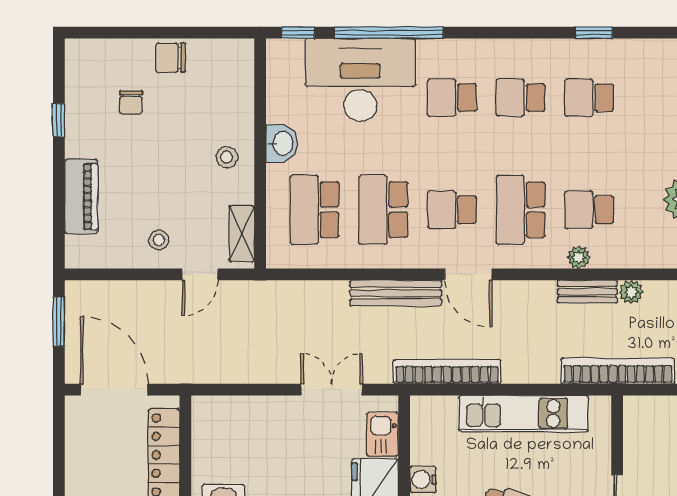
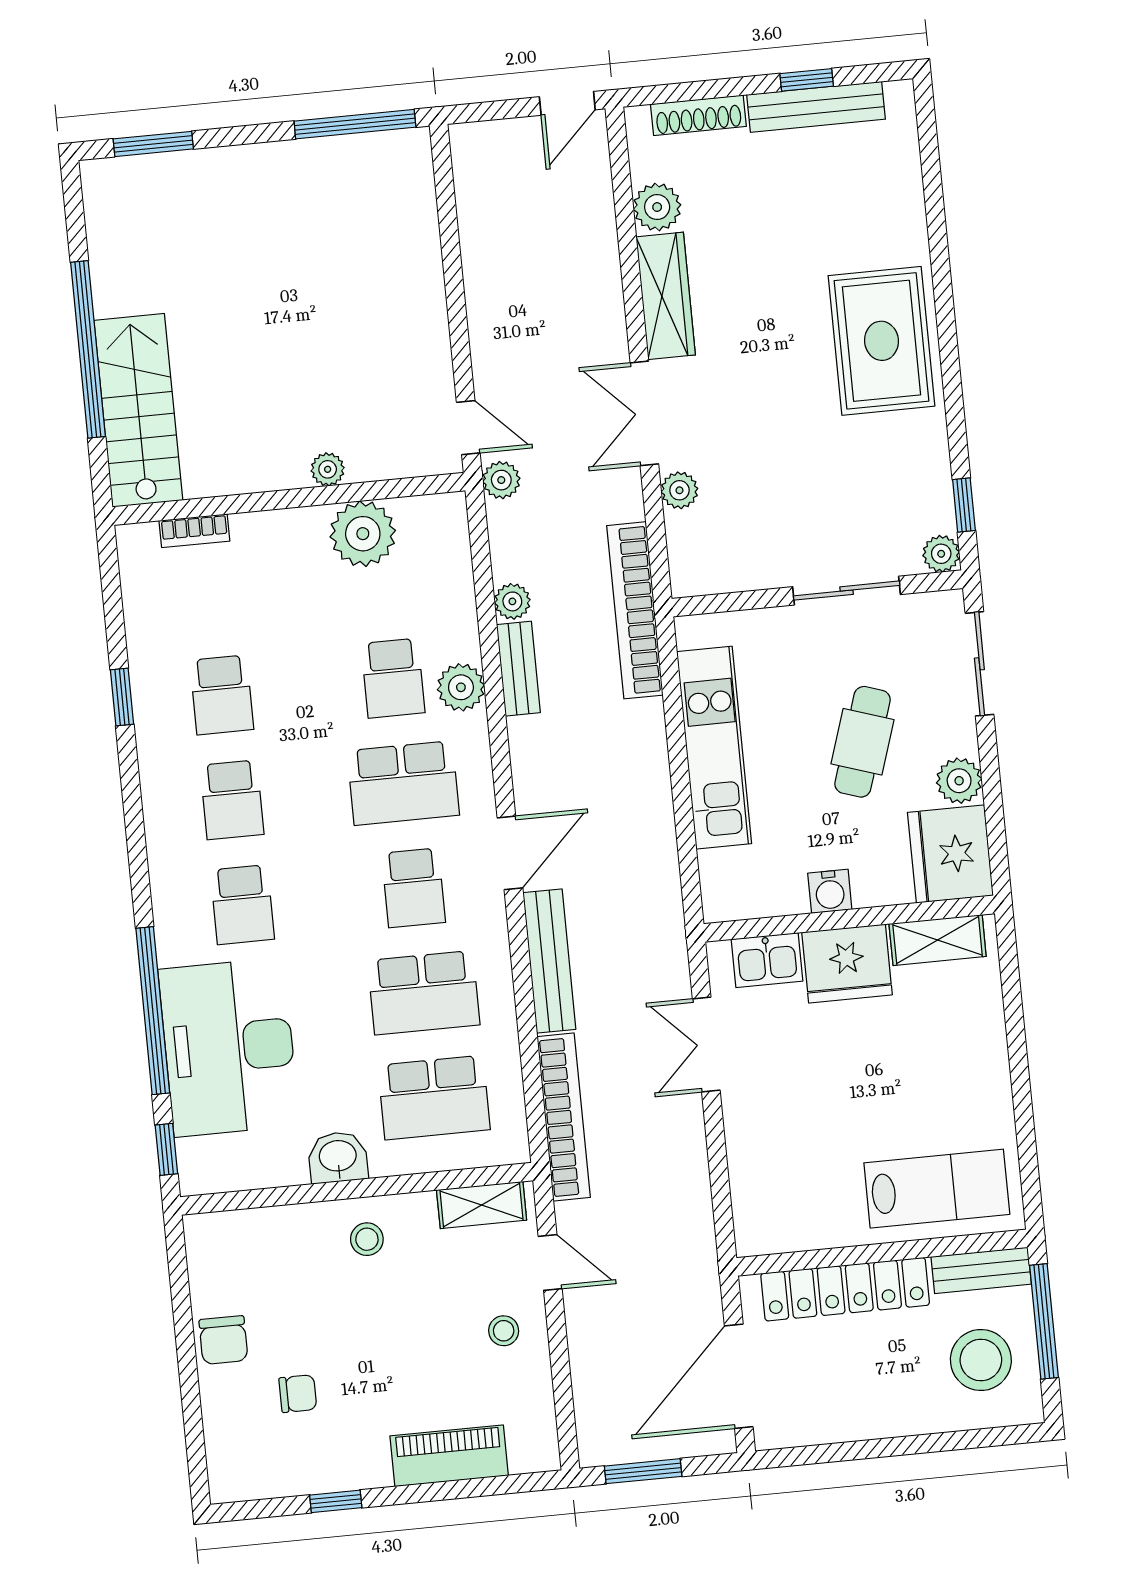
plant: (579, 257) -> (461, 687), width x1.38, depth x1.38
bookcase: (447, 372) -> (564, 1117), moved, turned 180

